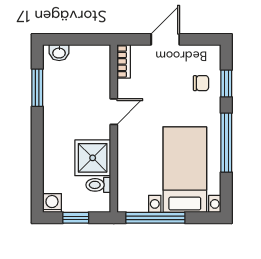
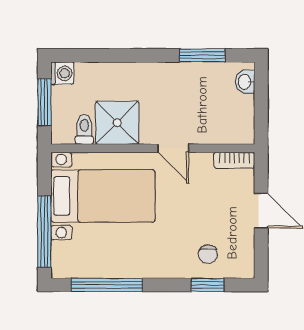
window: (226, 143) -> (107, 285), moved
bed with nightstands: (185, 170) -> (103, 196), moved
window: (76, 218) -> (44, 102), width x1.50
window: (155, 218) -> (44, 232), moved

